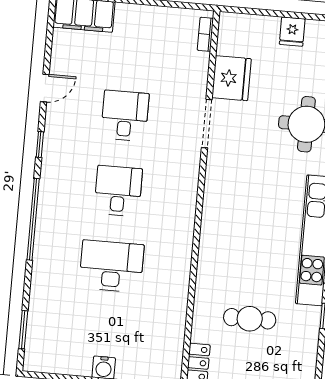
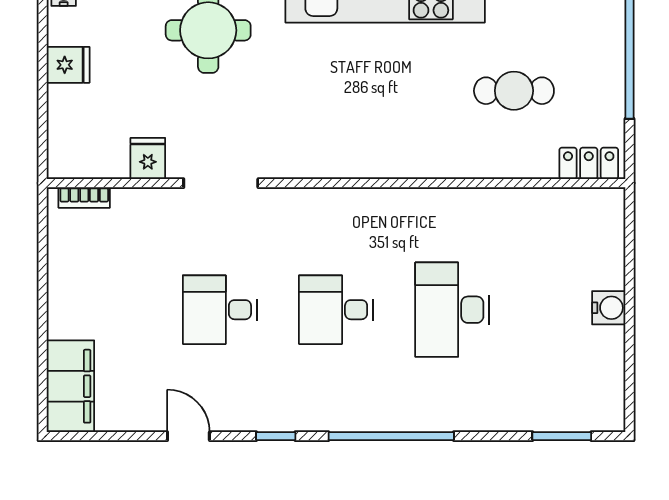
fridge: (231, 78) -> (148, 158), width x0.53, depth x0.75
cafe table: (250, 319) -> (514, 91), turned 90

